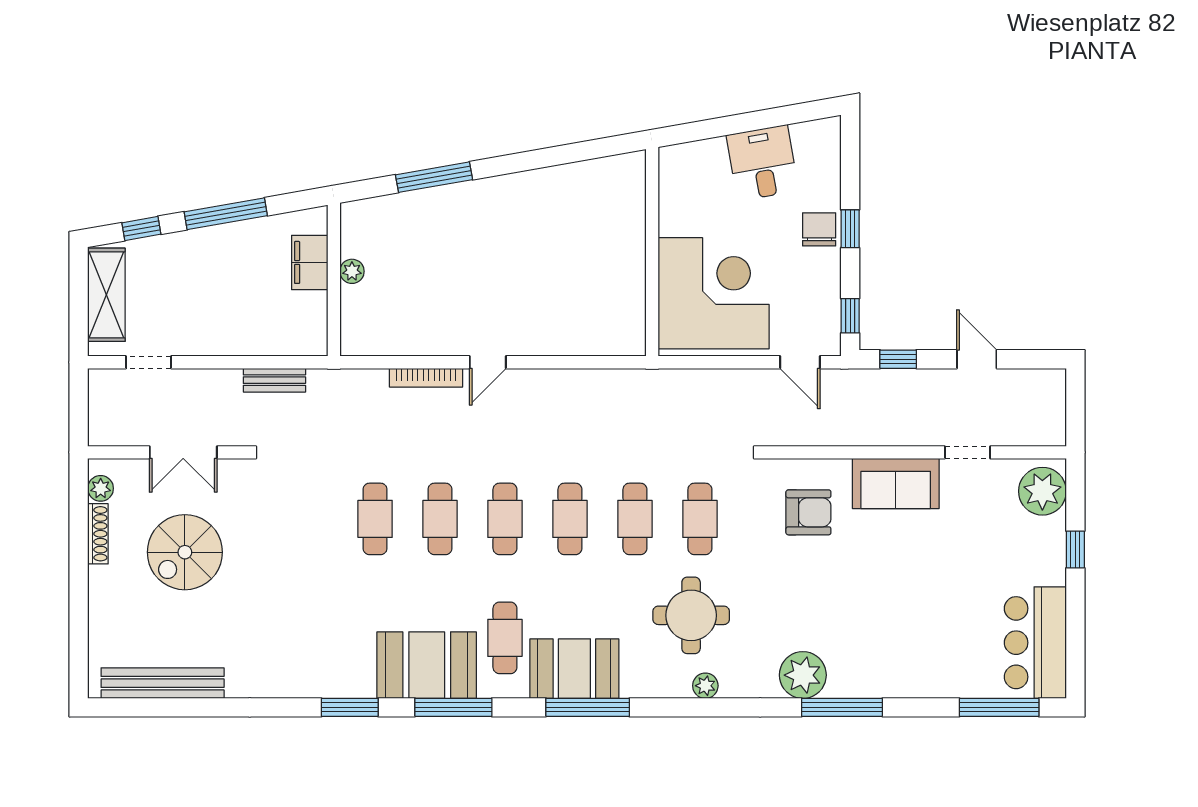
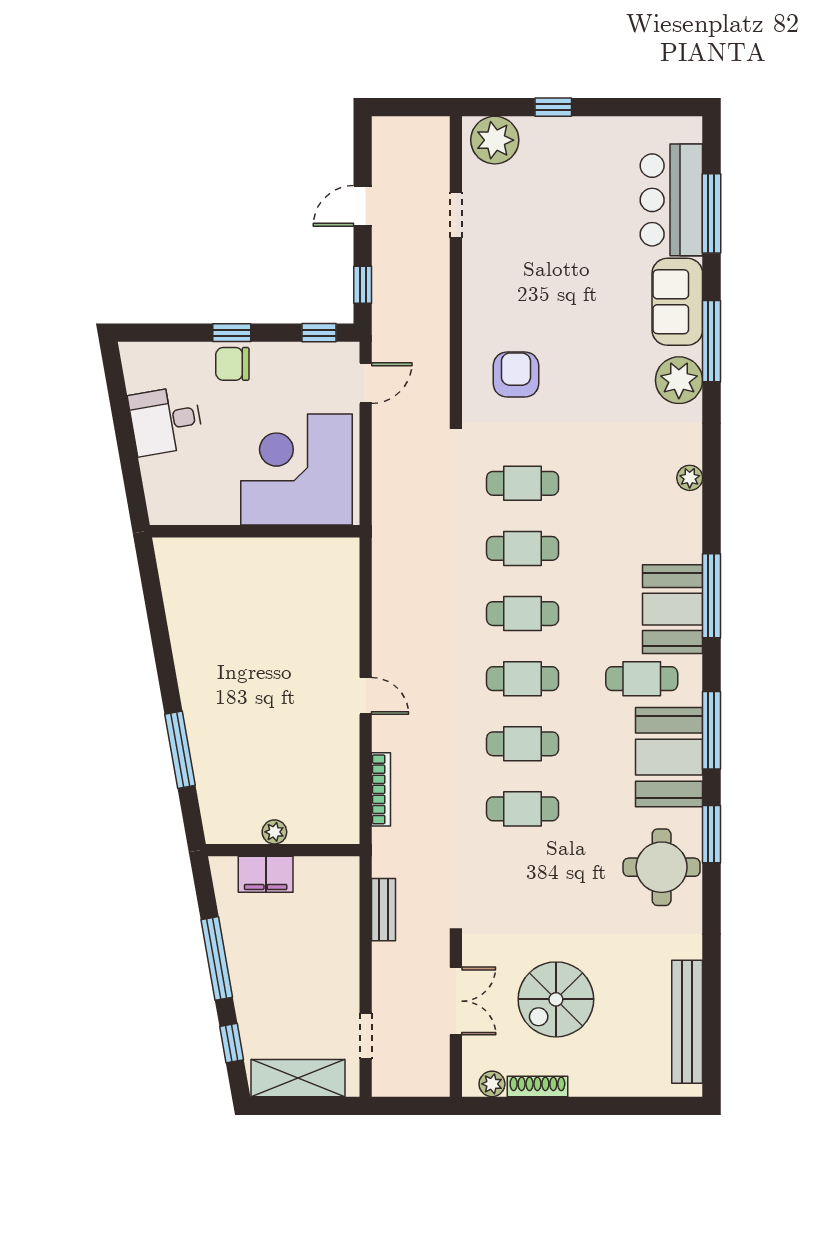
bookcase: (426, 378) -> (381, 789), moved
sofa: (896, 483) -> (677, 302), moved, turned 180
spiral stairs: (185, 552) -> (556, 999), turned 90
round table: (691, 615) -> (662, 867), moved
bar counter: (1035, 643) -> (671, 200), moved, turned 90
window: (999, 707) -> (711, 213), moved

